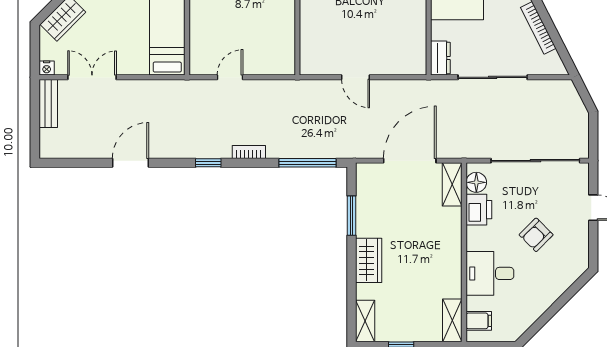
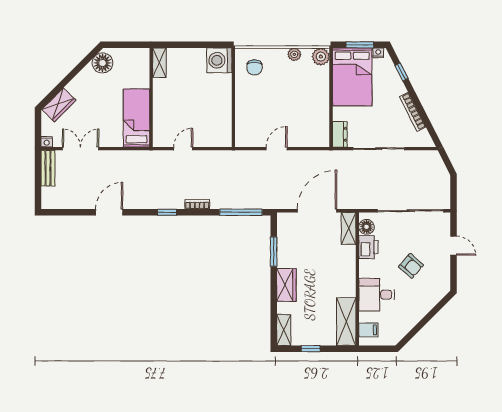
door: (356, 77) -> (277, 149), swing flipped
armchair: (536, 235) -> (411, 266), turned -94
shelving: (452, 320) -> (346, 322), width x1.50, depth x1.33

